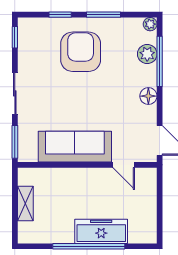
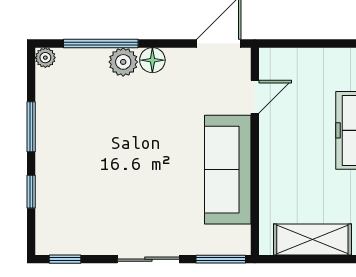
armchair: (81, 52) -> (87, 161), removed
plant: (147, 54) -> (123, 62), moved
shelving: (25, 203) -> (312, 239), width x1.50, depth x1.33

